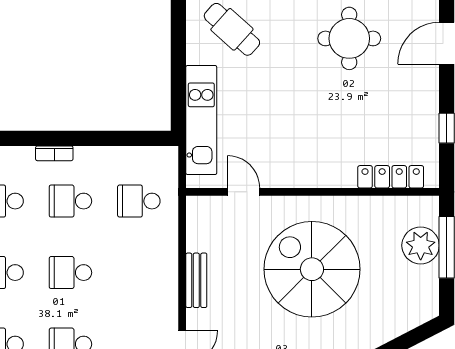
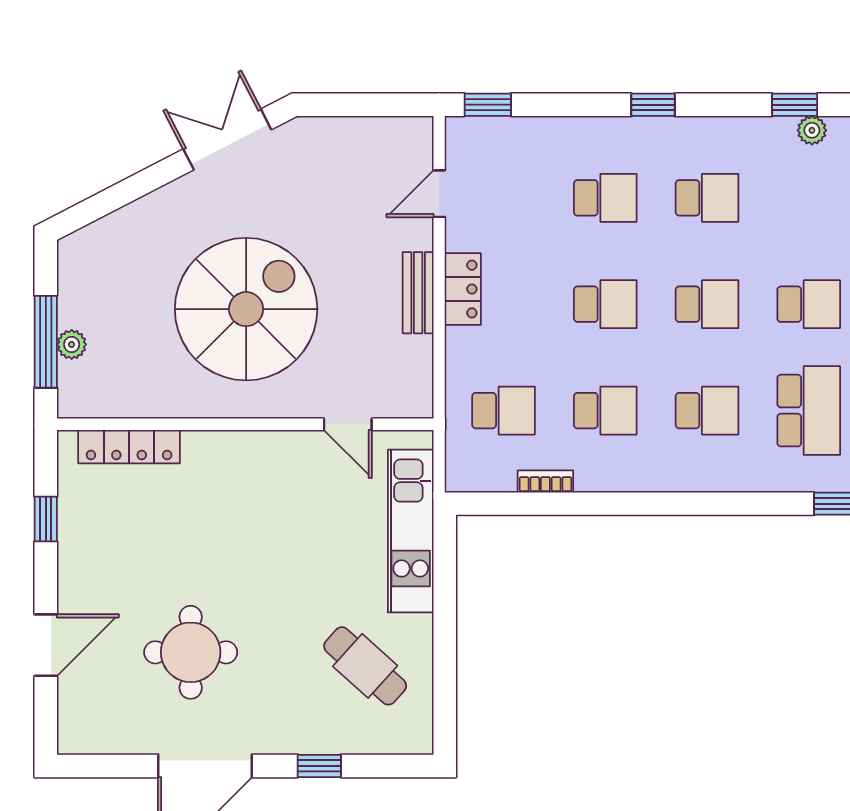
bookcase: (54, 153) -> (545, 481), moved
plant: (421, 245) -> (72, 344), width x0.53, depth x0.53
spiral stairs: (312, 269) -> (246, 309), turned -90
locker: (166, 283) -> (463, 289), added

